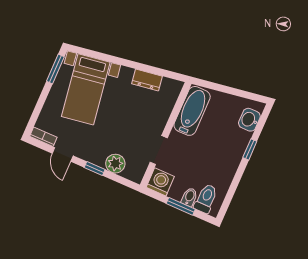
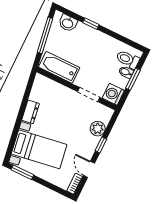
dresser: (147, 80) -> (30, 112), moved
window: (232, 91) -> (45, 35), added
door: (63, 155) -> (89, 169), swing flipped

